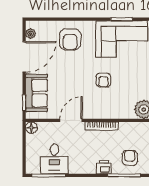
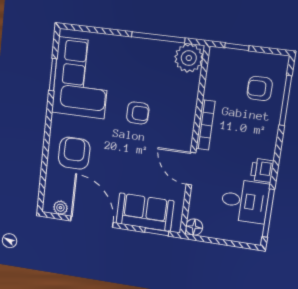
armchair: (70, 39) -> (74, 153), turned -90
printer: (104, 167) -> (262, 170), moved

